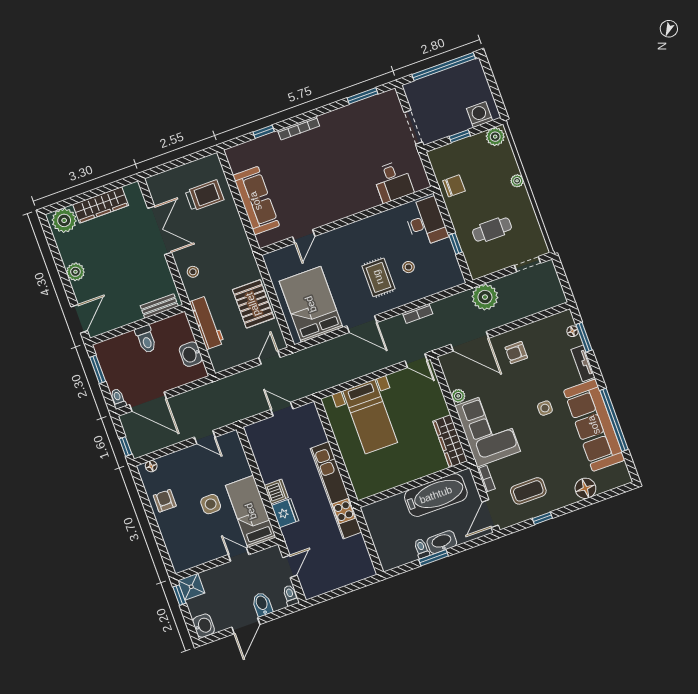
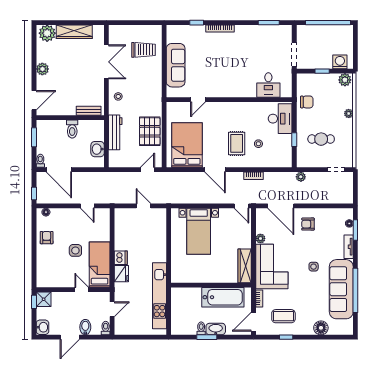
plant: (485, 297) -> (301, 177), width x0.53, depth x0.53
kitchen unit: (336, 490) -> (160, 296), moved

